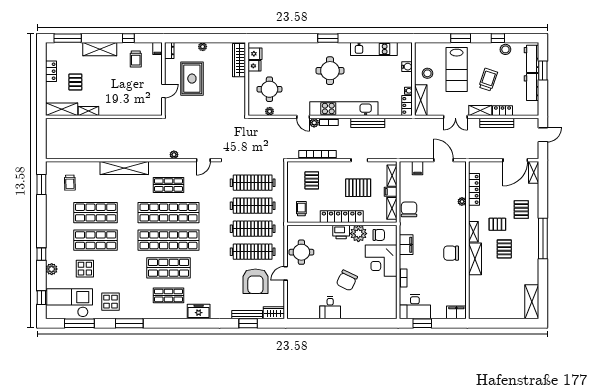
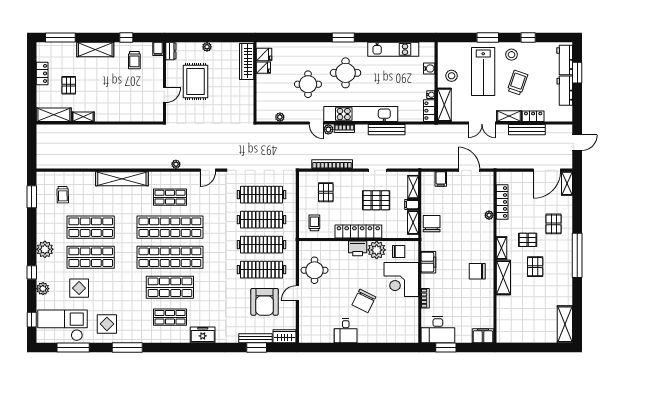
stool: (505, 49) -> (512, 55), moved
round table: (269, 89) -> (308, 84), moved
plant: (53, 233) -> (45, 249), added

